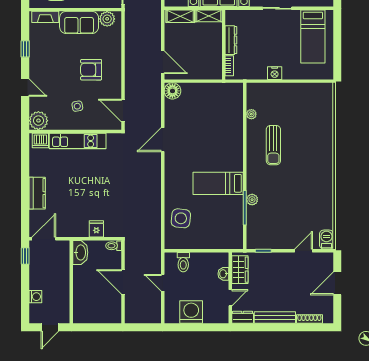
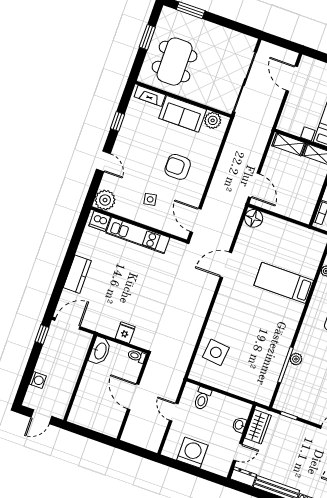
bed: (218, 183) -> (284, 283), moved

